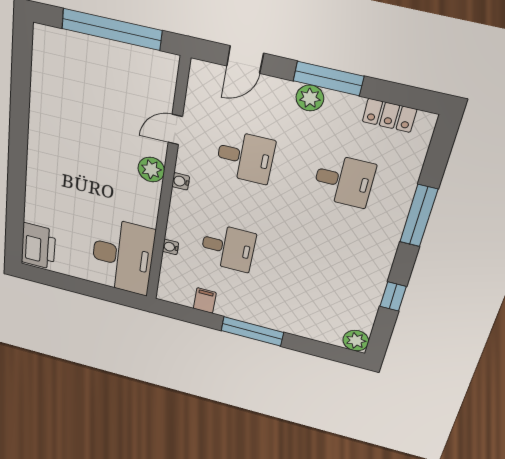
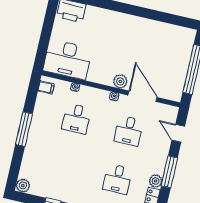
plant: (310, 98) -> (156, 181), moved
door: (175, 130) -> (143, 96), width x1.88
filing cabinet: (205, 301) -> (46, 87), moved

